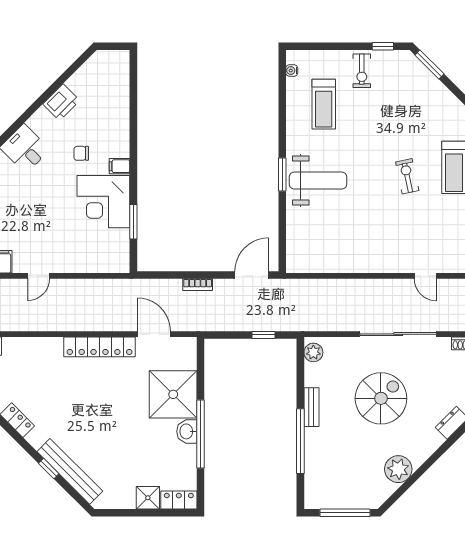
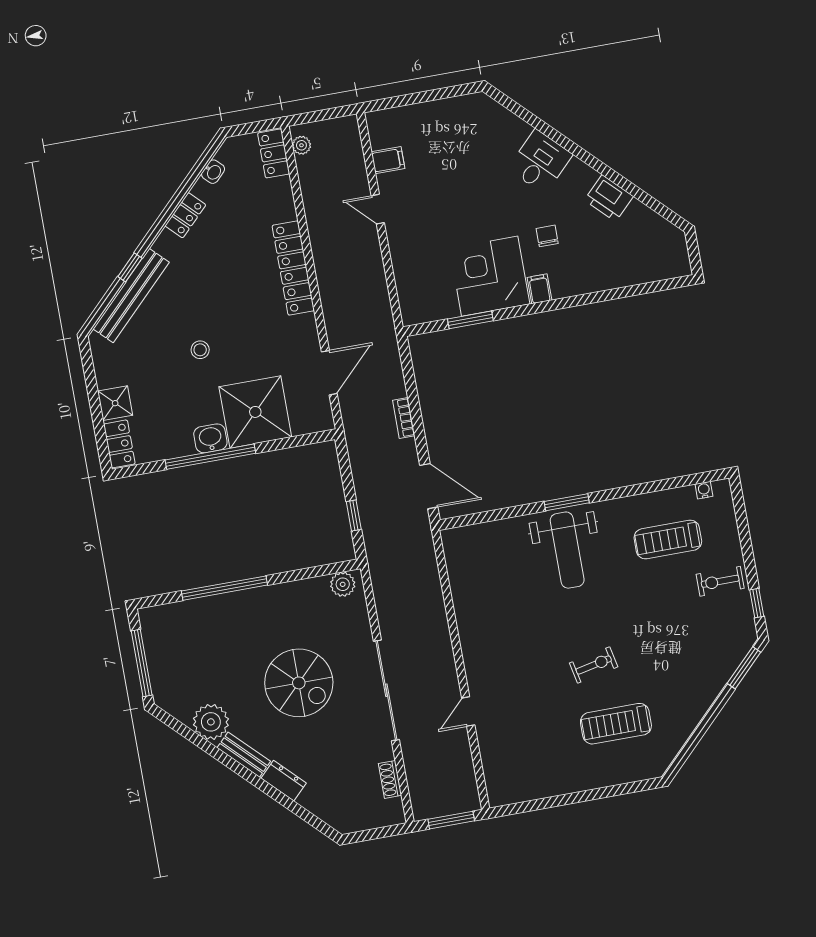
locker: (100, 347) -> (293, 268), moved
bench: (311, 407) -> (244, 755), moved, turned 45
stool: (119, 427) -> (200, 350), added

